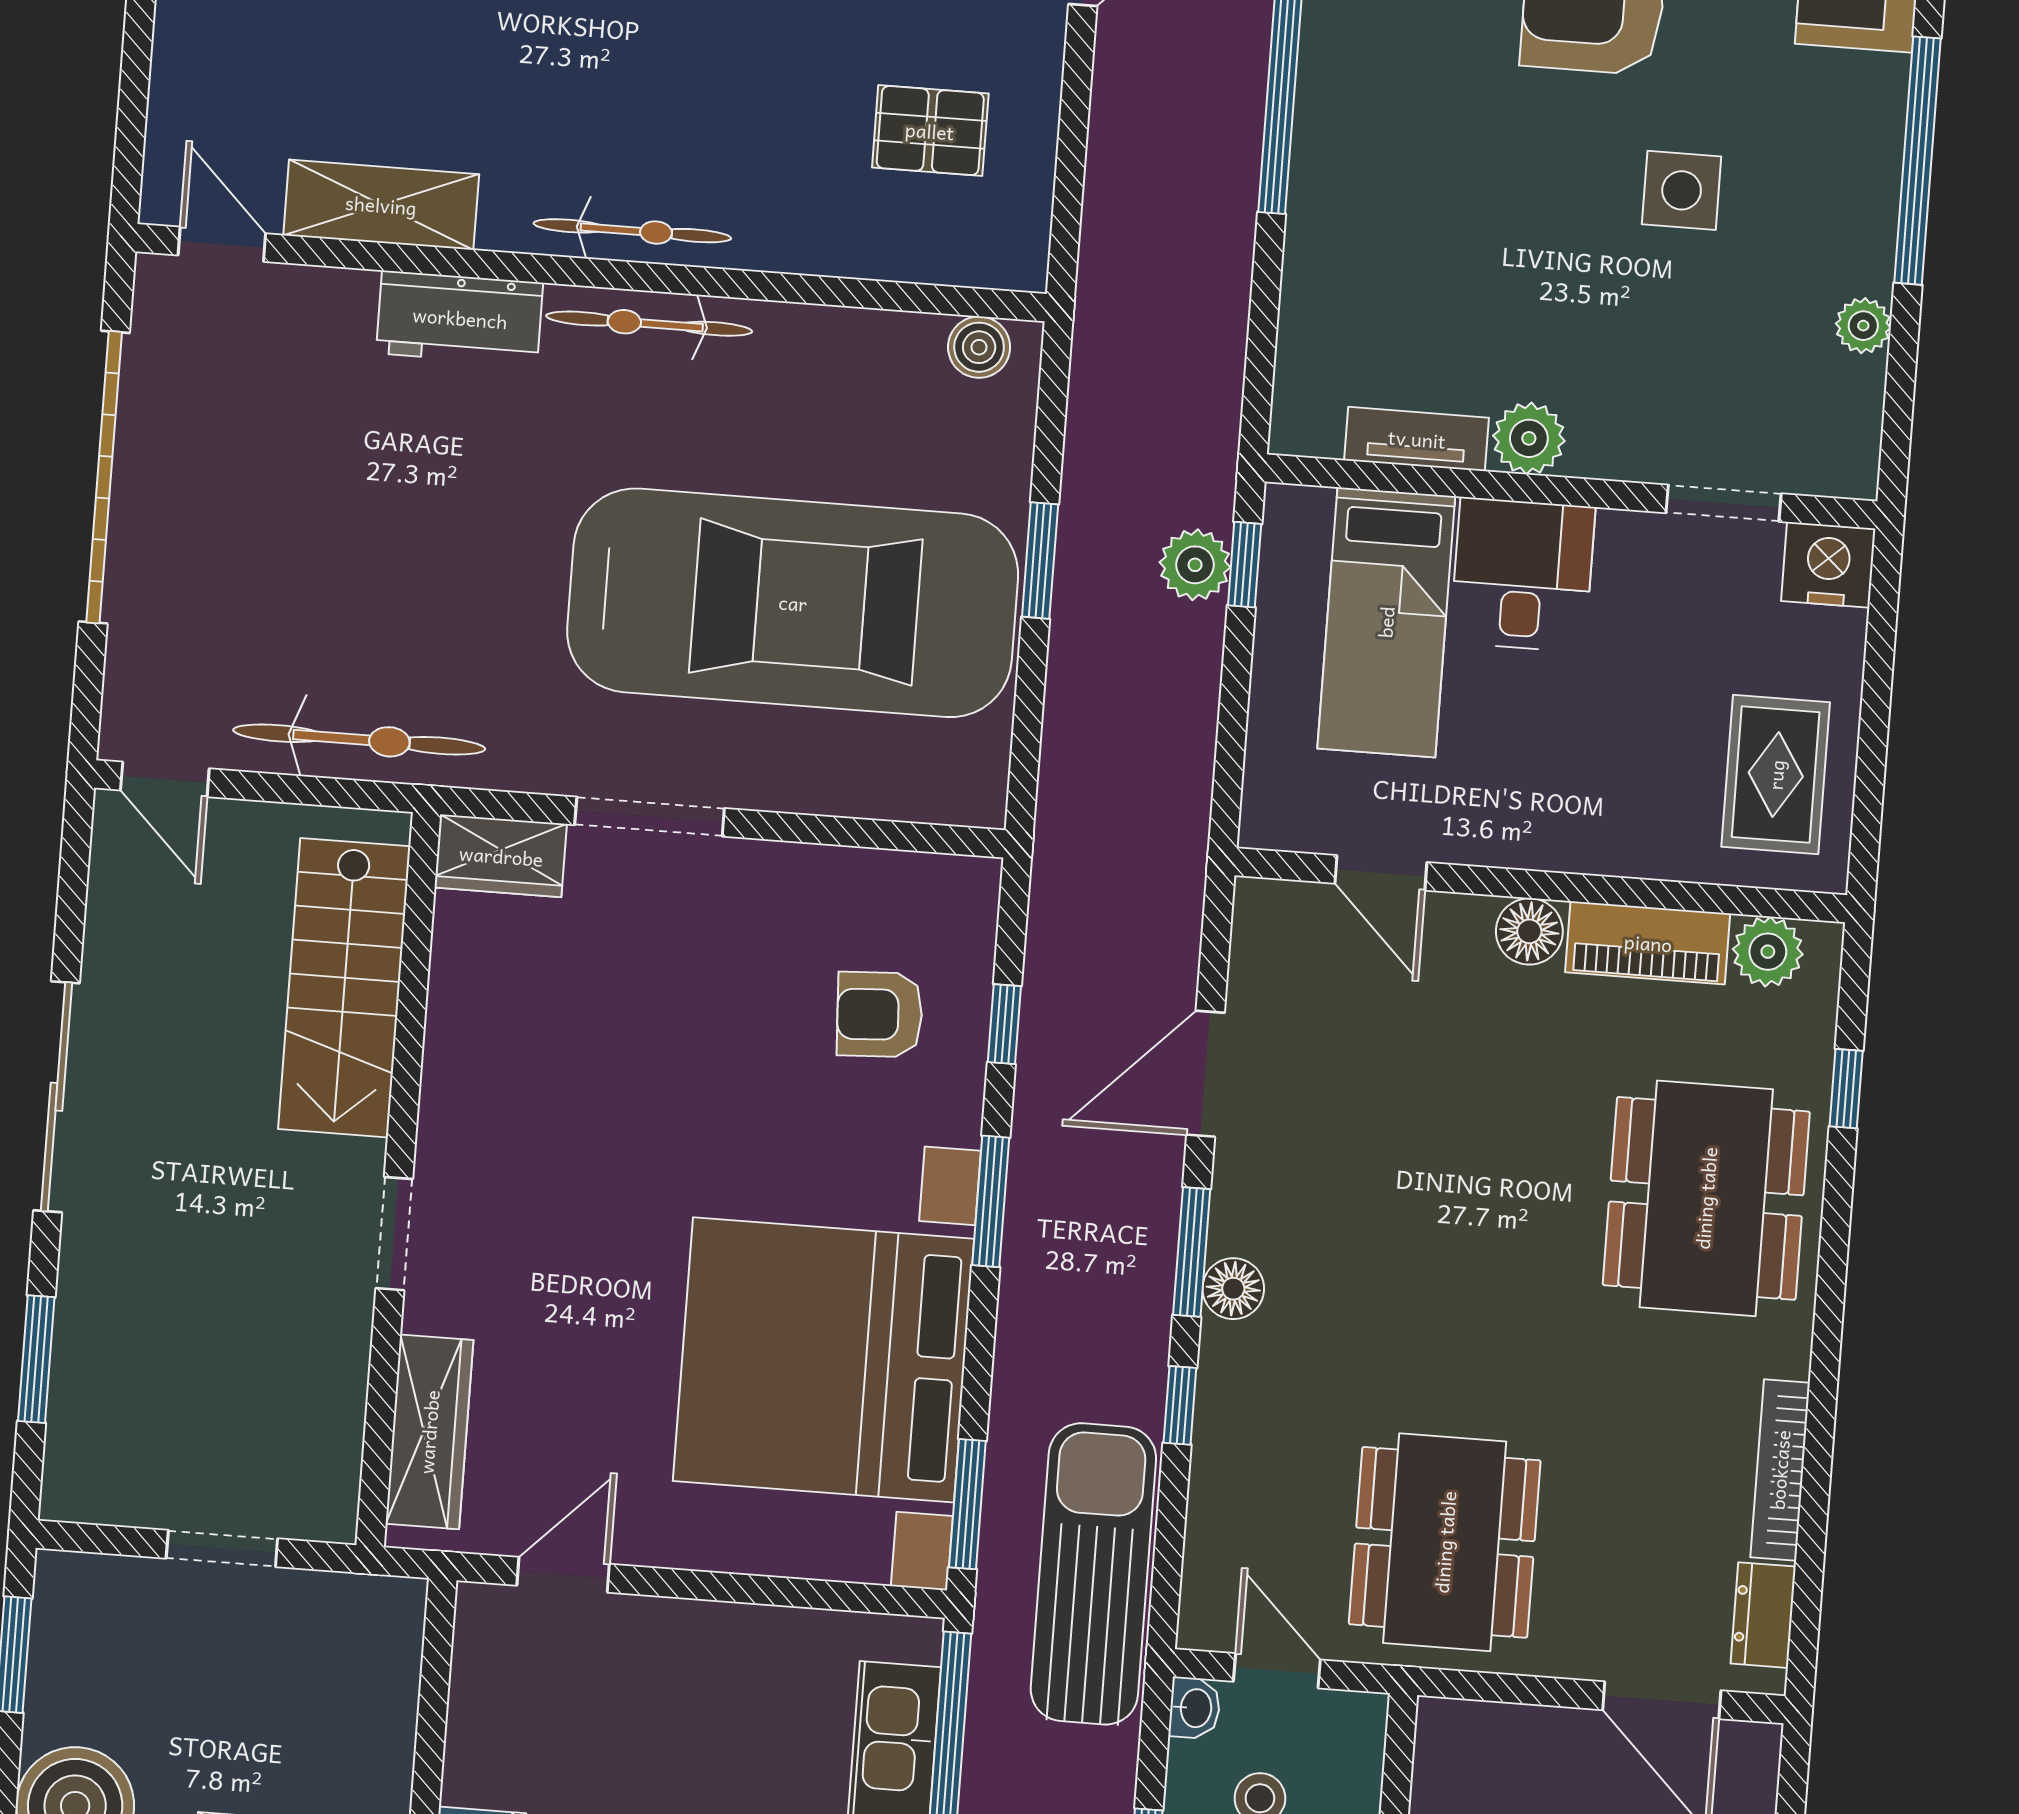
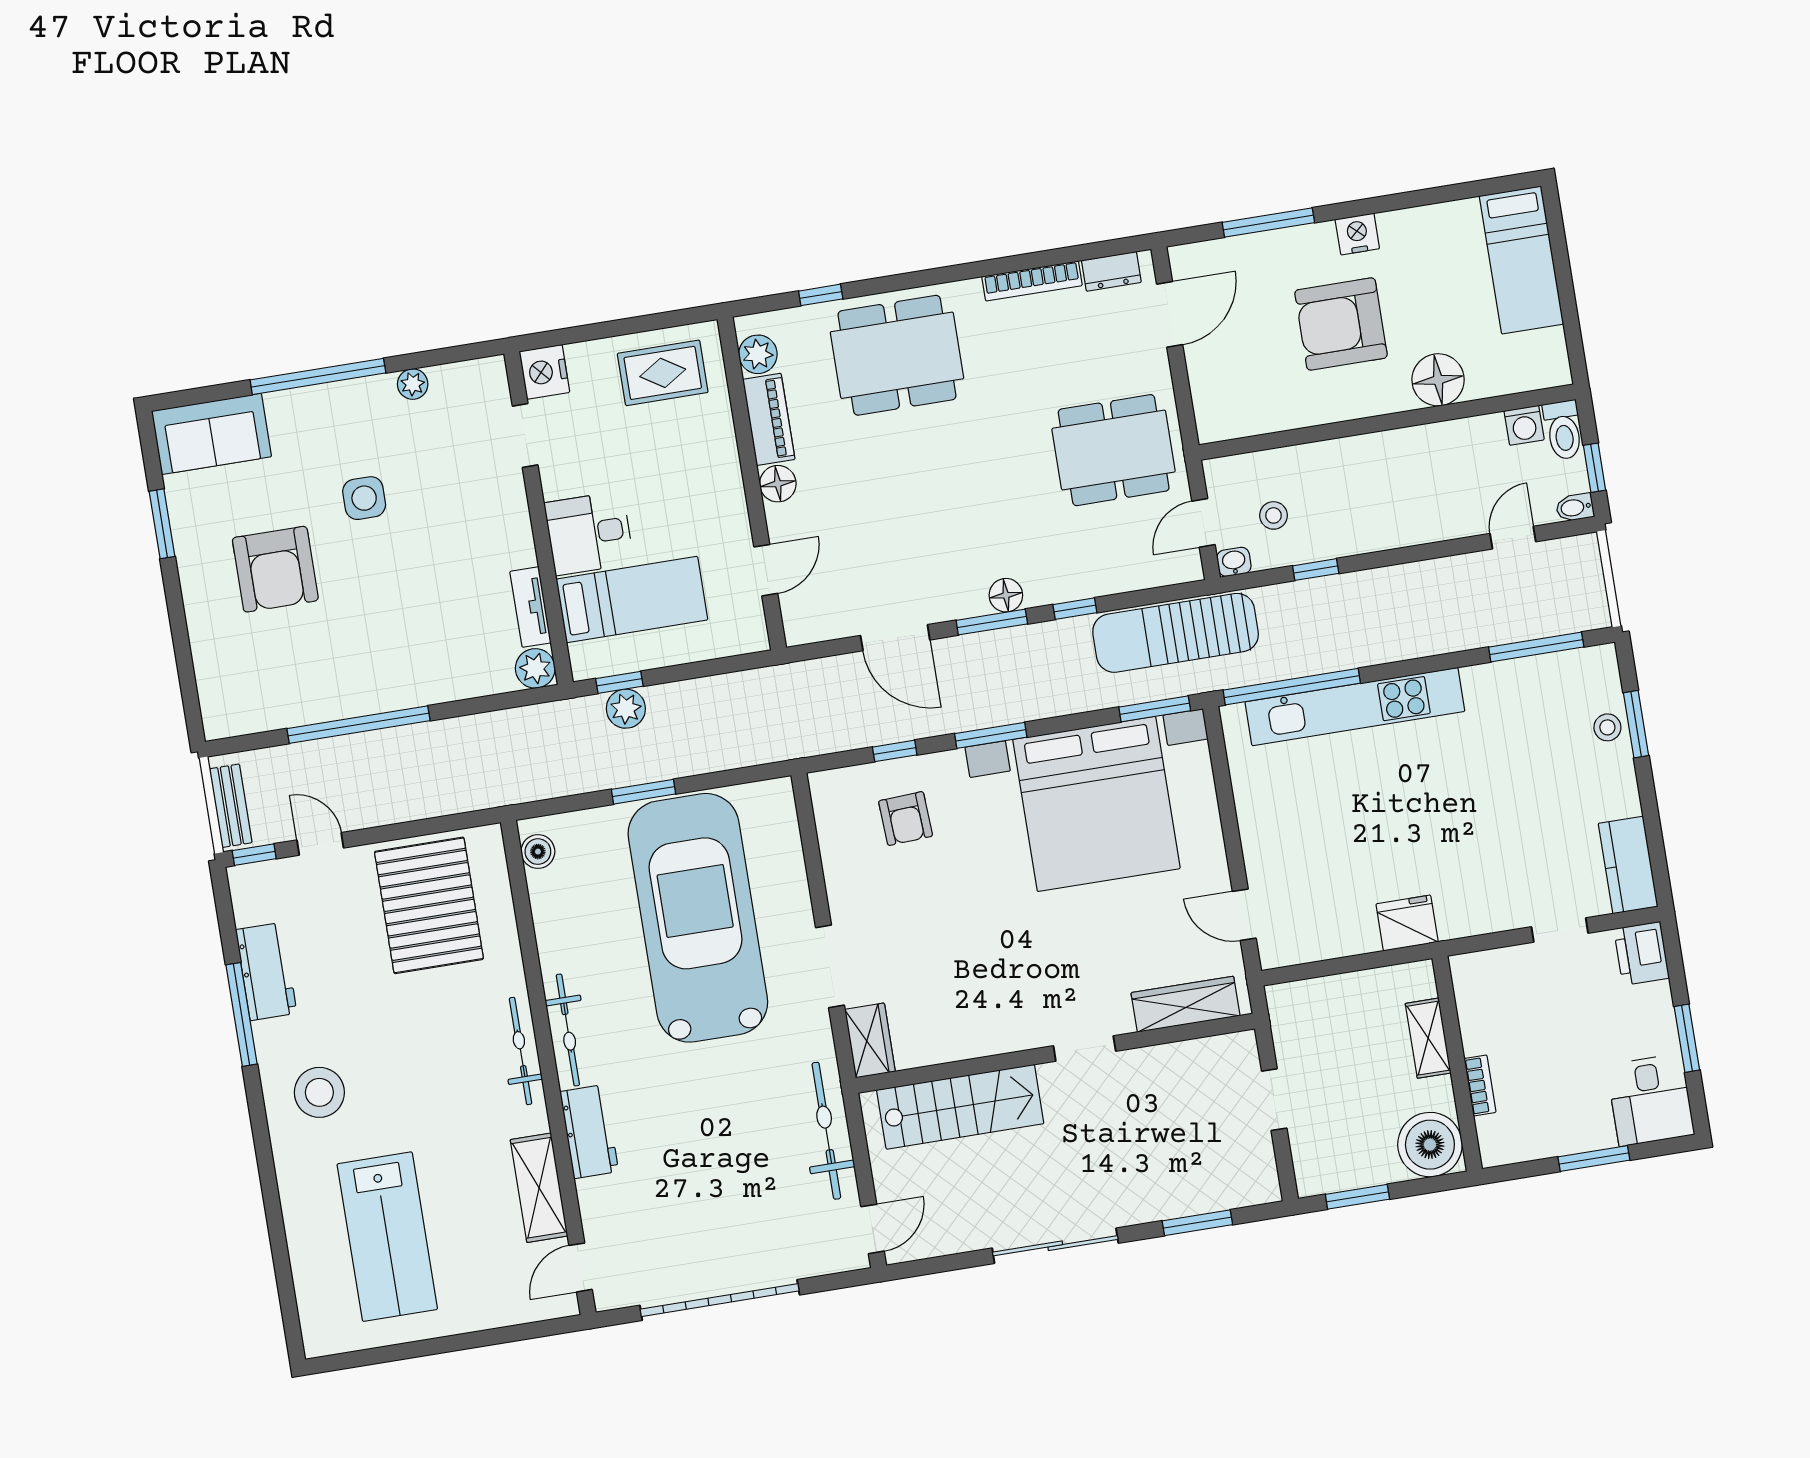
pallet: (930, 131) -> (429, 905), width x2.05, depth x2.00
plant: (1529, 438) -> (535, 668), moved

